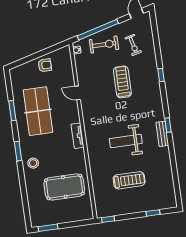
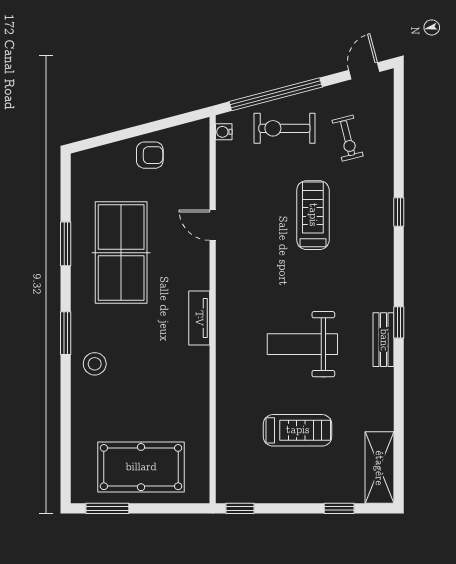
exercise bike: (104, 44) -> (284, 128), turned 180
pool table: (64, 187) -> (141, 467), moved
shelving: (169, 192) -> (379, 468), added

